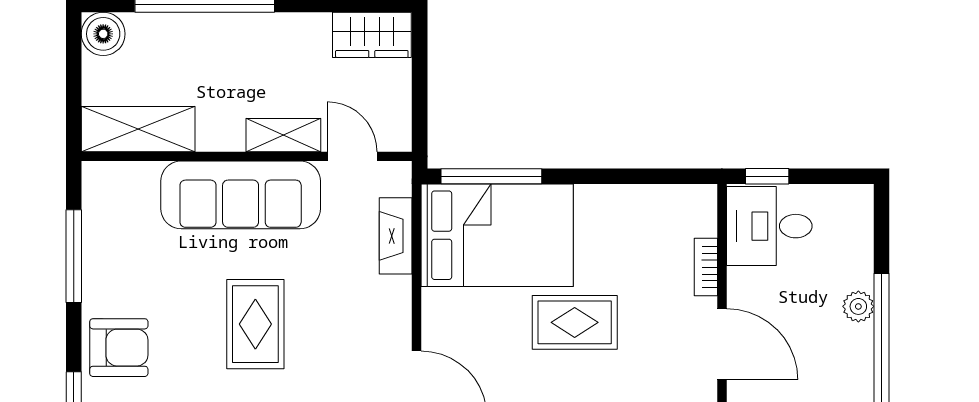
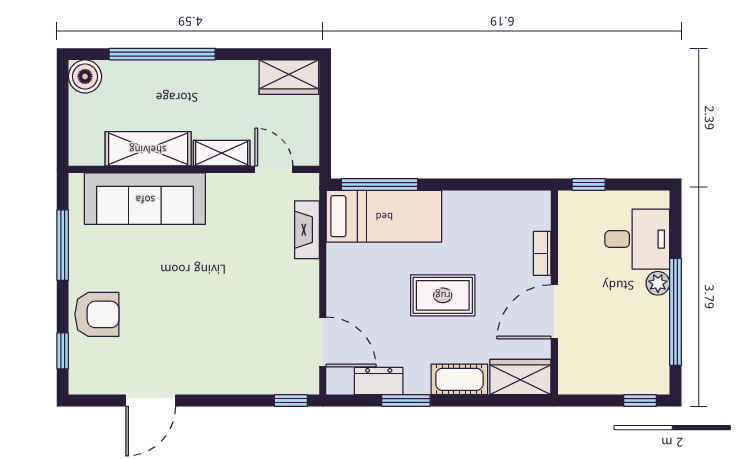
shelving: (138, 129) -> (148, 149), moved
sofa: (241, 195) -> (145, 199), moved
desk: (769, 226) -> (637, 239), moved, turned 180
bed: (497, 235) -> (384, 216), width x0.67
rug: (255, 324) -> (200, 297), removed
door: (722, 344) -> (554, 312), swing flipped

